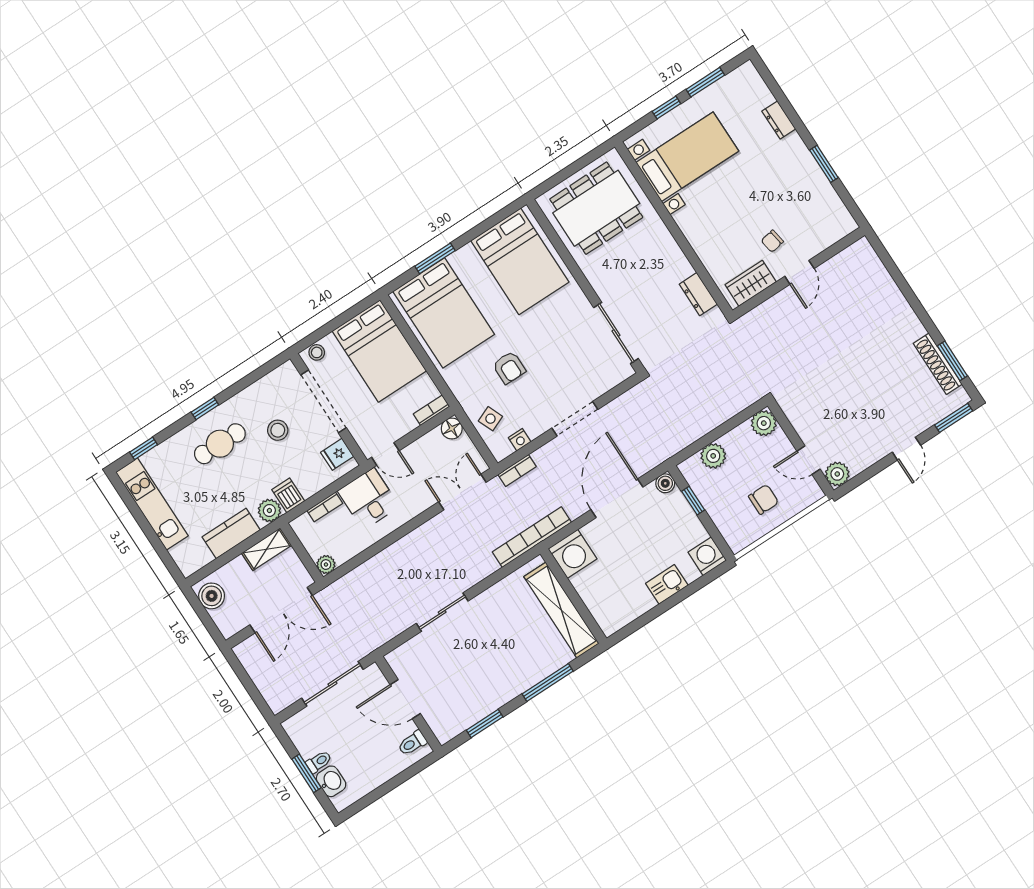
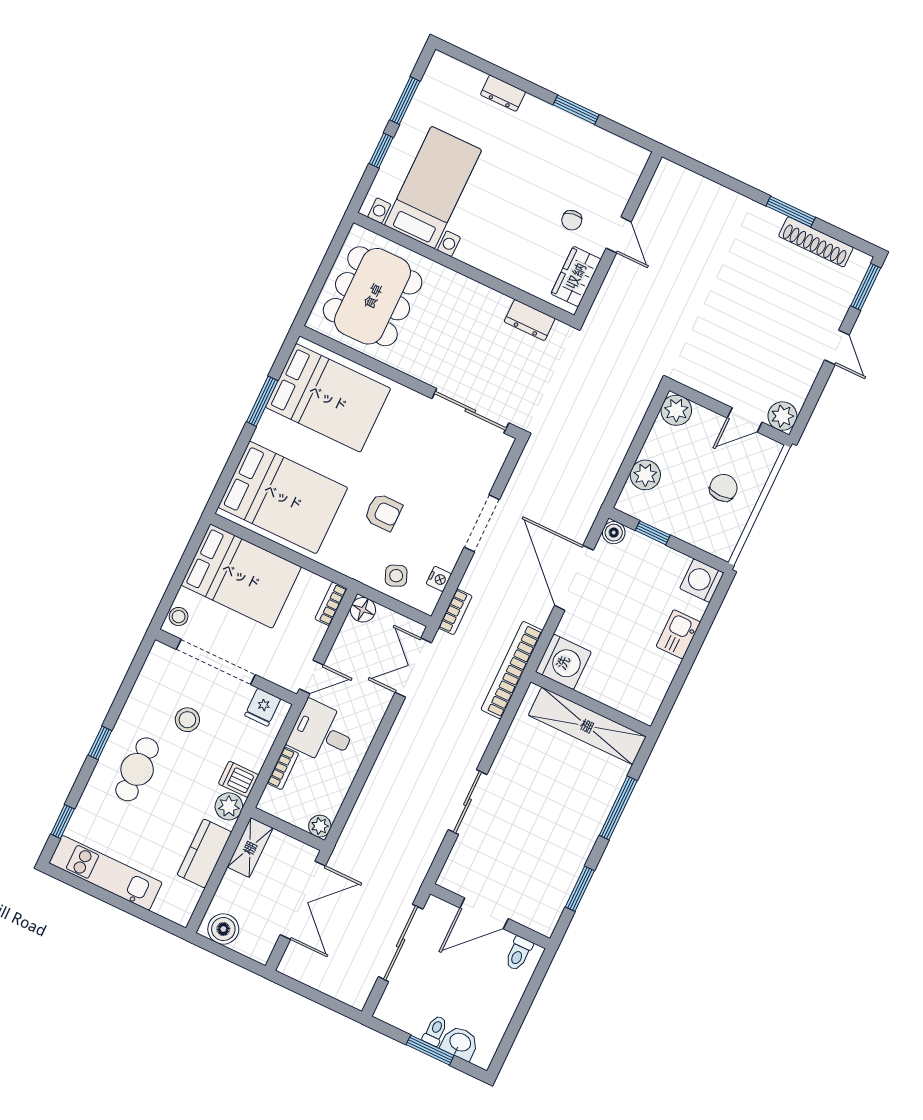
window: (435, 258) -> (262, 401), moved
window: (952, 361) -> (791, 212), moved

